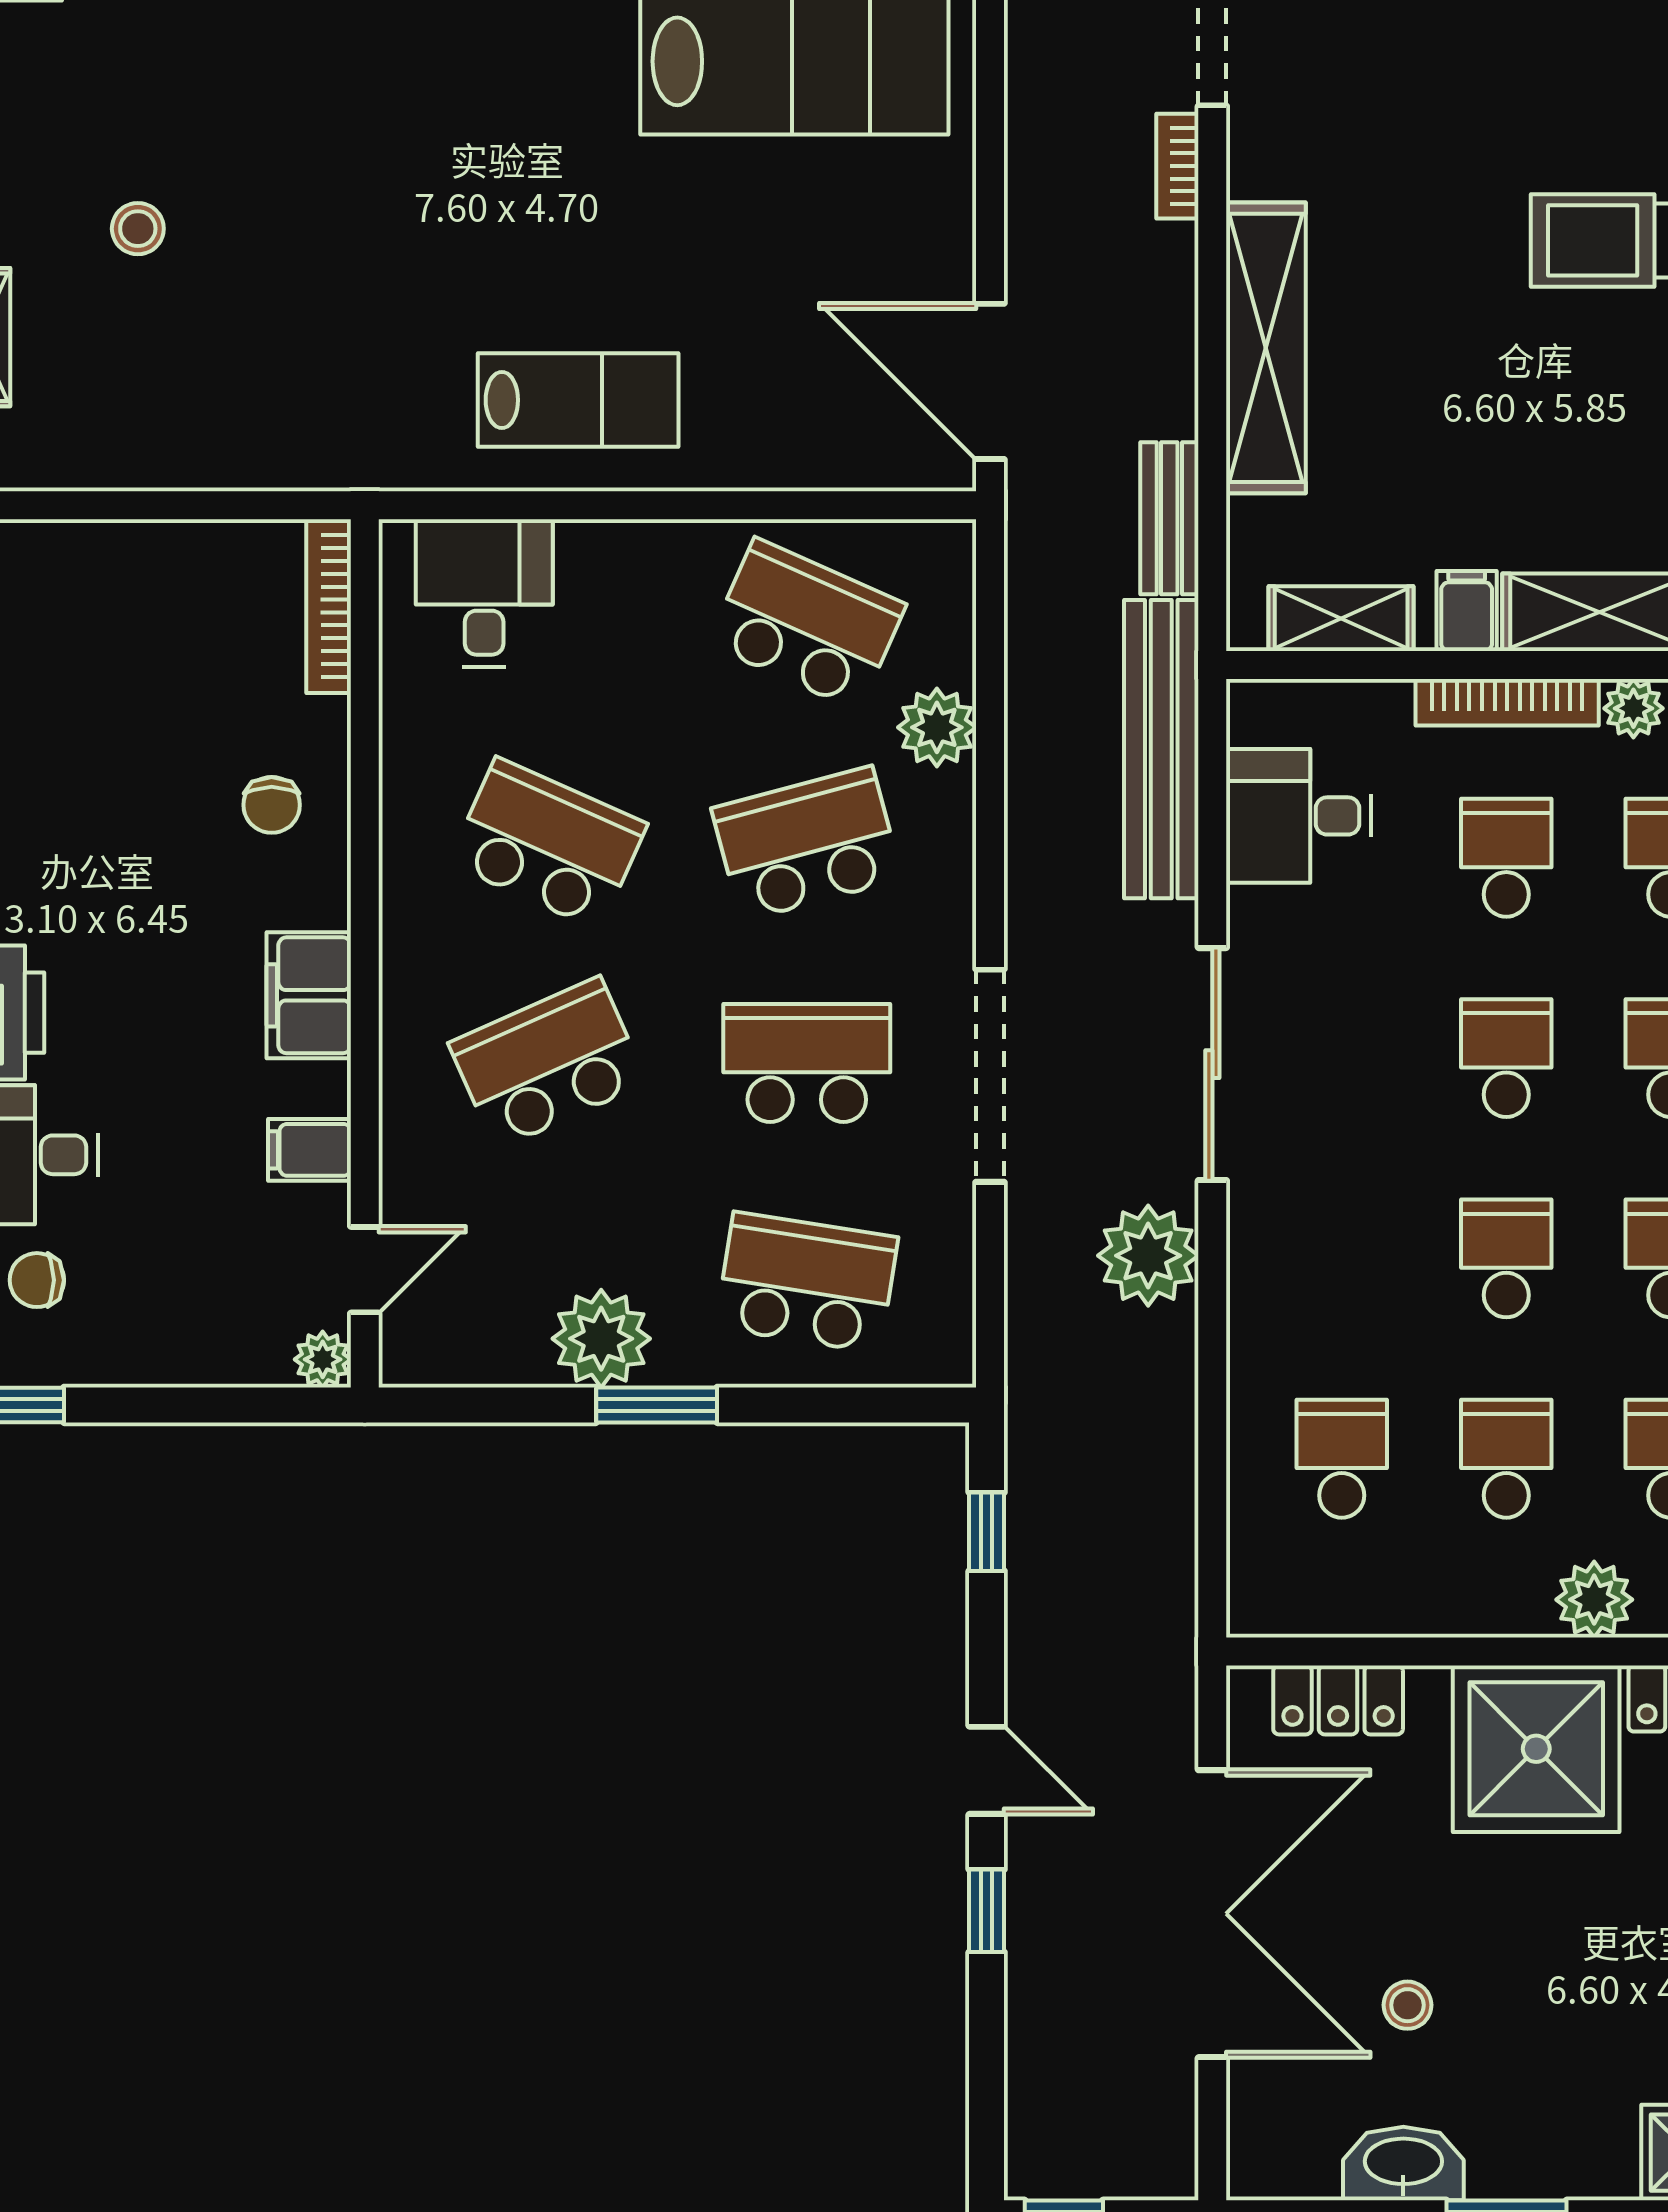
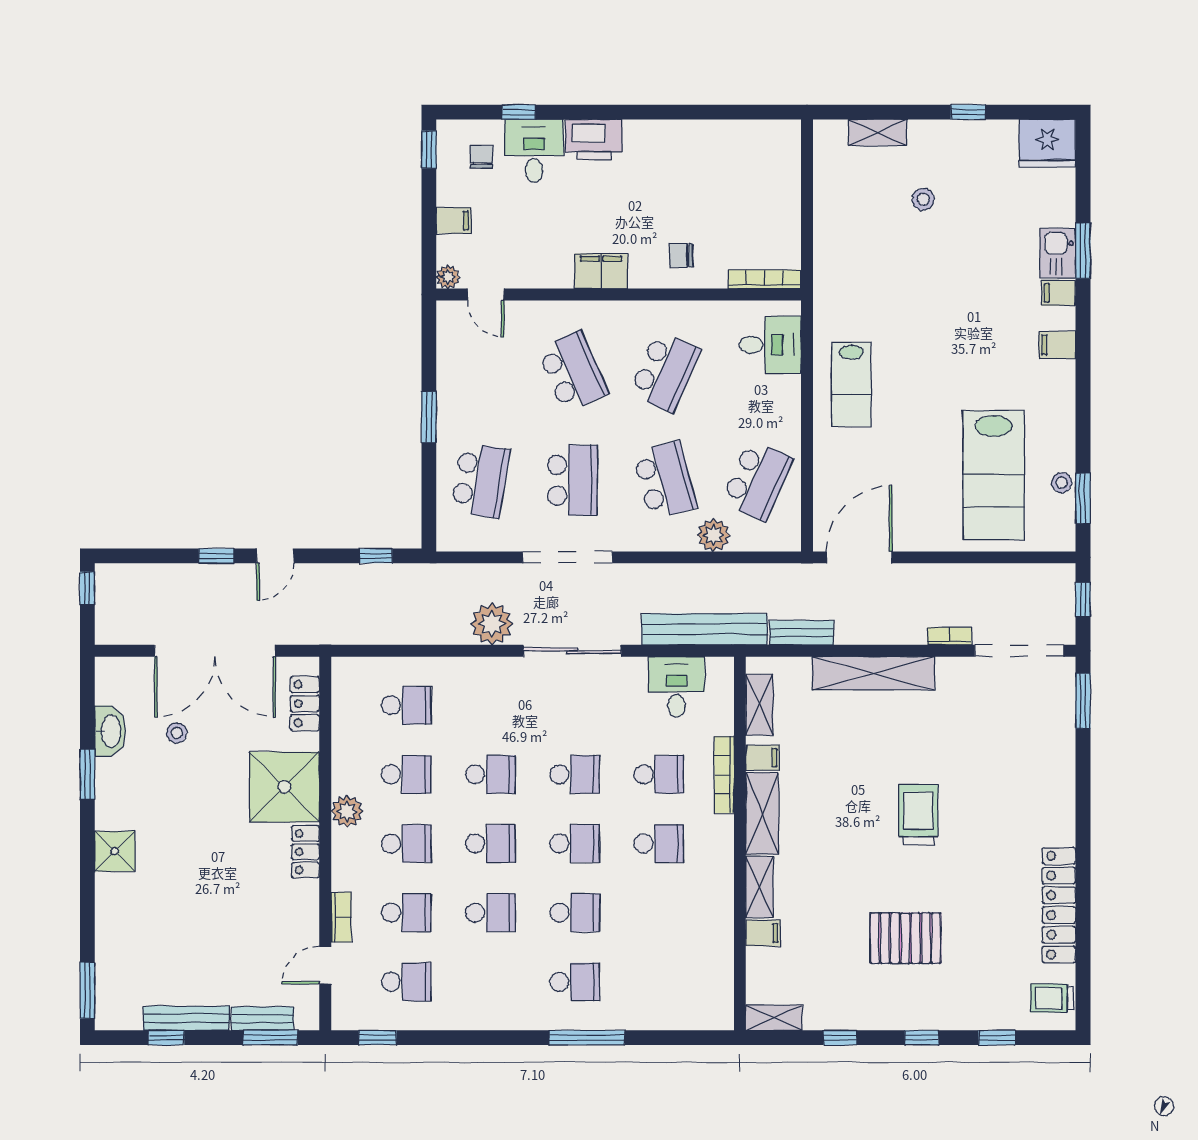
plant: (1633, 708) -> (722, 828), removed
filing cabinet: (309, 1150) -> (454, 221), moved, turned 90
plant: (601, 1339) -> (457, 394), removed

